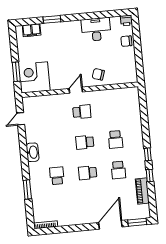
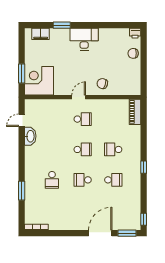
desk: (96, 29) -> (84, 39), moved
school desk: (115, 139) -> (113, 149), turned 90
school desk: (85, 142) -> (83, 149), turned 180
washbasin: (33, 152) -> (30, 136), moved
school desk: (118, 170) -> (113, 180), turned -90
window: (150, 175) -> (144, 219), moved
school desk: (57, 176) -> (52, 180), turned 180
piano: (142, 191) -> (135, 112), moved

